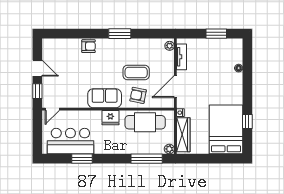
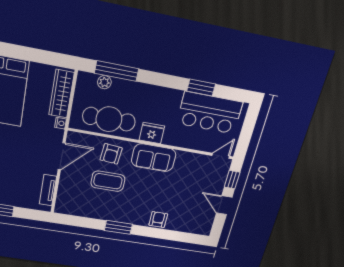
armchair: (89, 46) -> (158, 220), turned 90
plant: (170, 46) -> (61, 205), removed
armchair: (138, 95) -> (111, 154), turned 84
plant: (169, 149) -> (104, 82), moved

